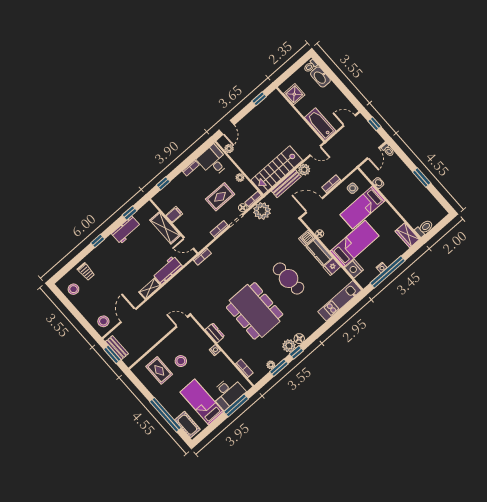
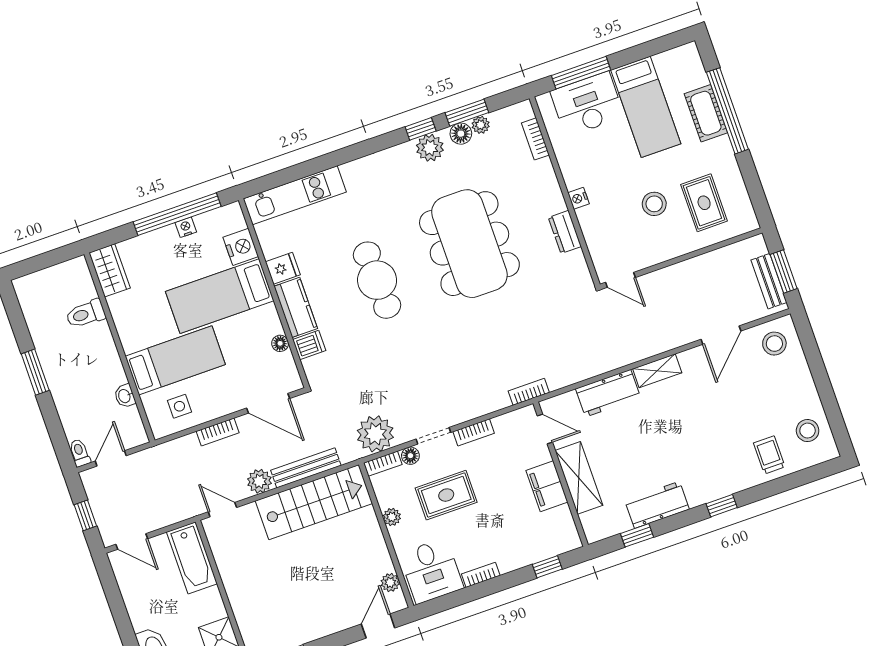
filing cabinet: (174, 215) -> (547, 486), width x2.00
toilet: (424, 228) -> (86, 314), moved
floor lamp: (299, 339) -> (461, 134), moved
cot: (187, 425) -> (706, 113), moved

